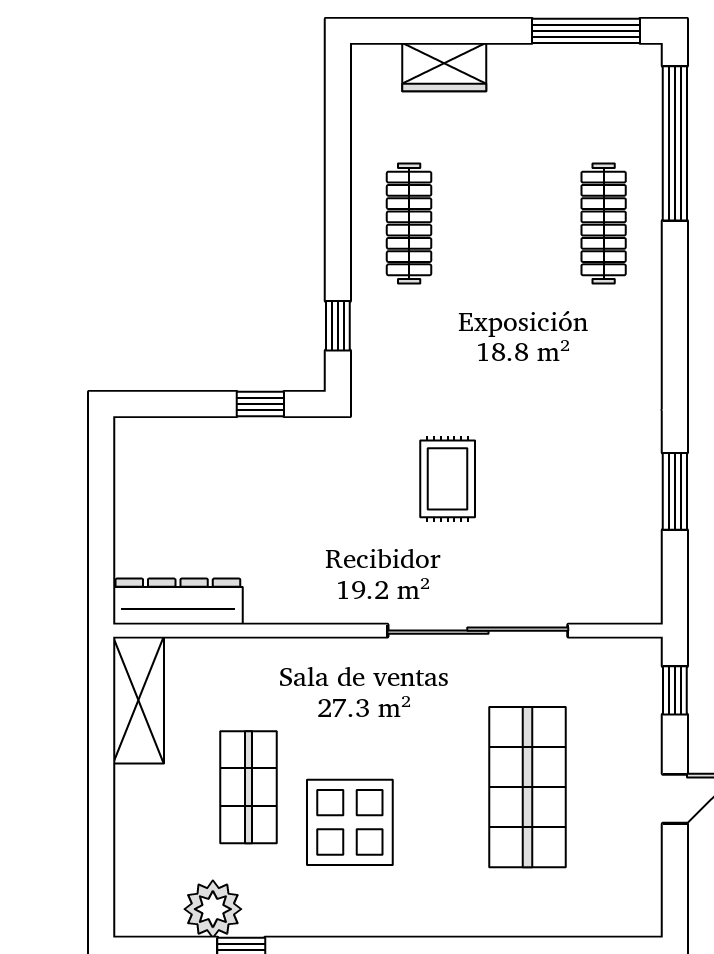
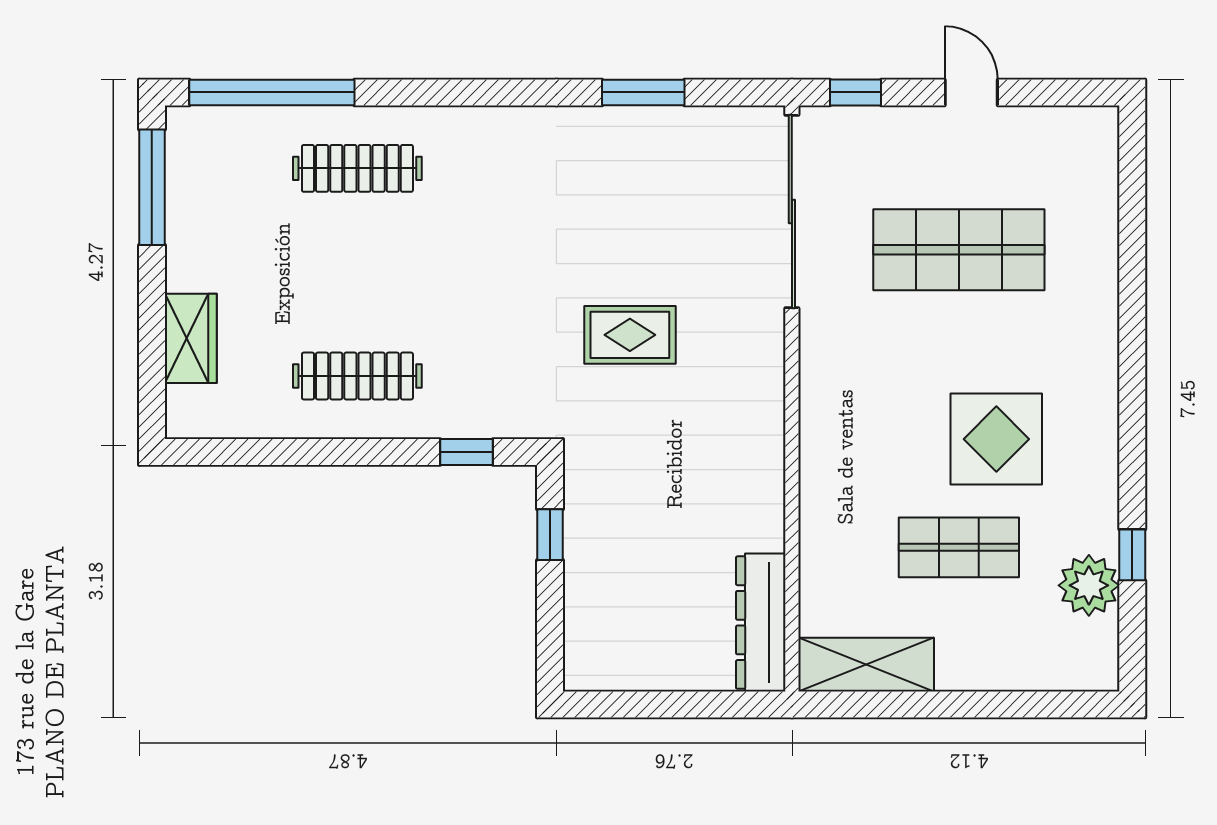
sliding door: (478, 631) -> (792, 212), moved

